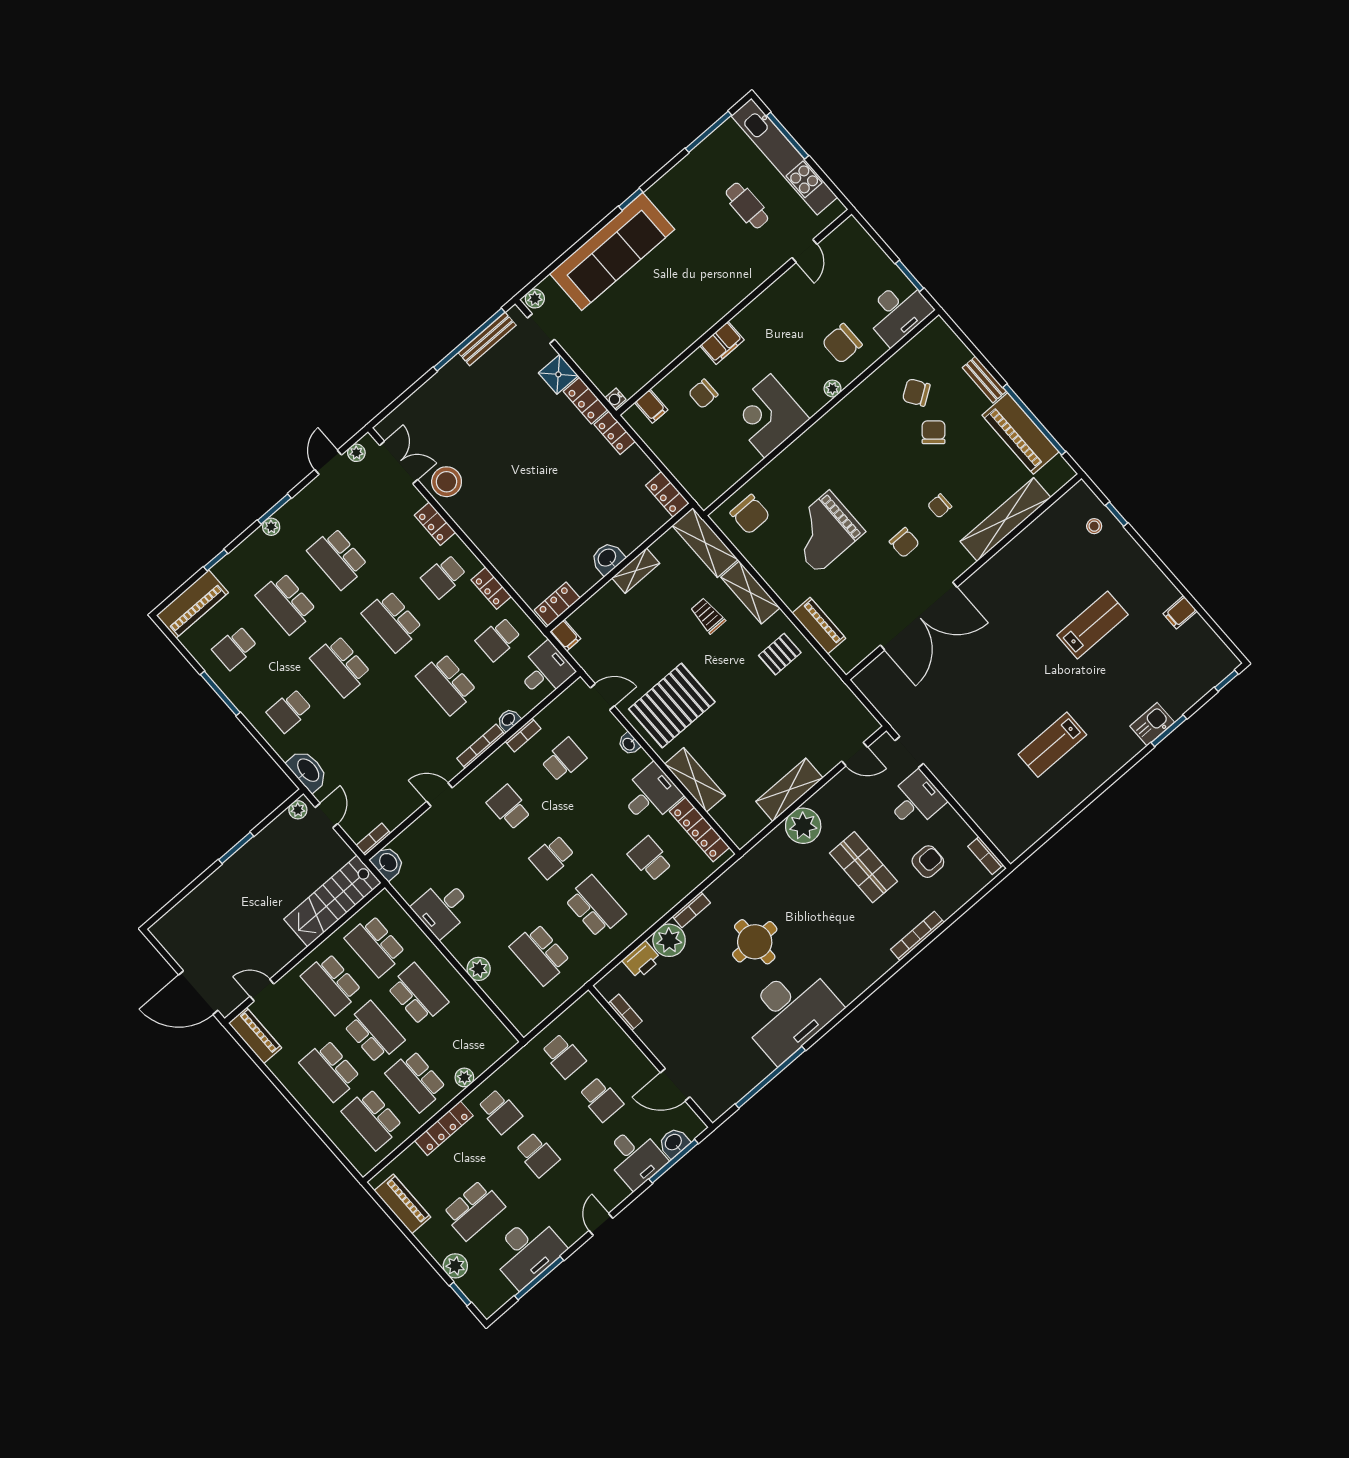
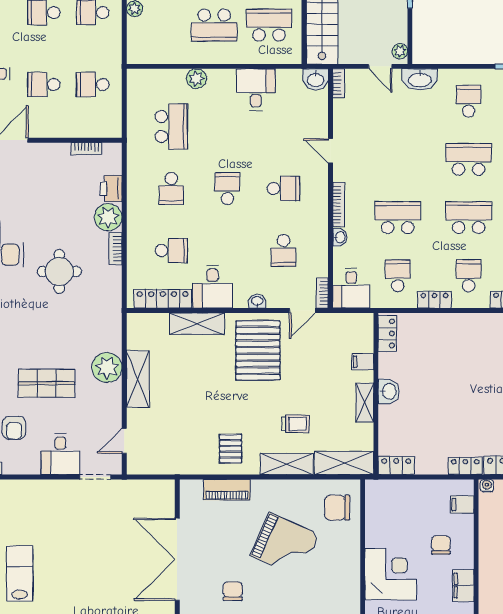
grand piano: (823, 532) -> (285, 545), turned 114
chair: (904, 543) -> (233, 591), turned 90
filing cabinet: (565, 635) -> (363, 362), moved
bookcase: (523, 735) -> (322, 293), moved
door: (440, 795) -> (330, 151), swing flipped
school desk: (595, 907) -> (171, 188), width x0.54
school desk: (540, 954) -> (171, 126), turned 90

